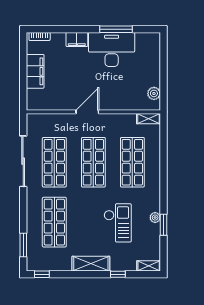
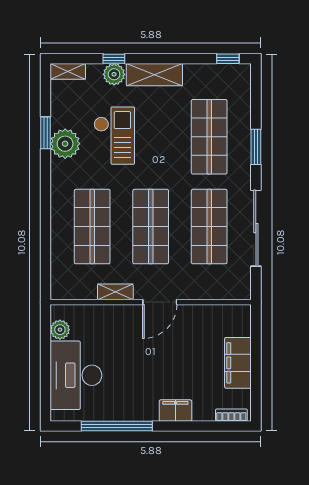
window: (116, 29) -> (117, 426), width x1.46
desk: (112, 49) -> (76, 375), moved, turned 90
shelving: (149, 119) -> (115, 292), moved
plant: (155, 218) -> (65, 144), width x1.87, depth x1.87
checkout: (118, 223) -> (114, 136), turned 180
window: (23, 245) -> (256, 147), moved
plant: (118, 264) -> (114, 74), added

